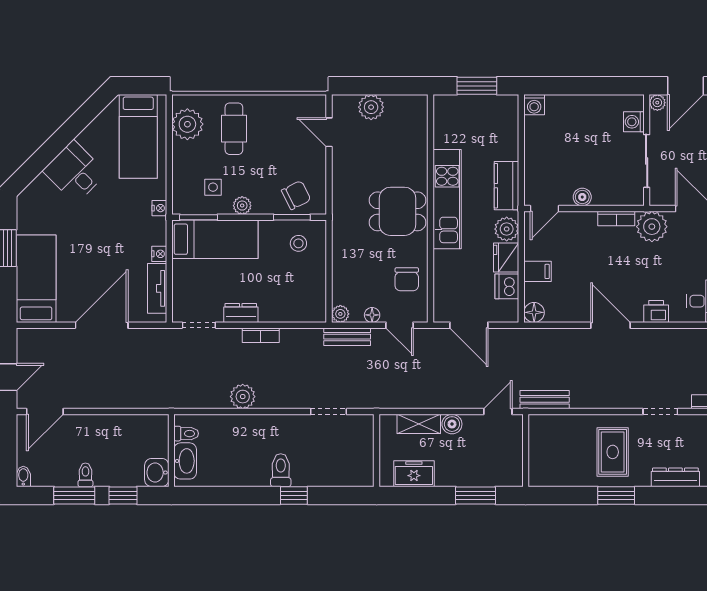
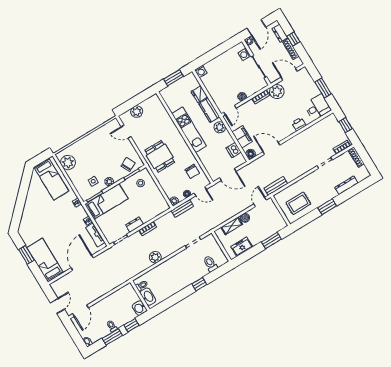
cafe table: (234, 129) -> (87, 153), removed
desk: (75, 172) -> (35, 209), removed
dining table: (398, 211) -> (160, 156), moved, turned 90
fridge: (506, 257) -> (199, 94), moved
filing cabinet: (538, 271) -> (242, 137), width x2.00
door: (610, 325) -> (271, 148), moved
rug: (613, 452) -> (298, 203), moved, turned 90
toilet: (281, 470) -> (210, 264), moved

